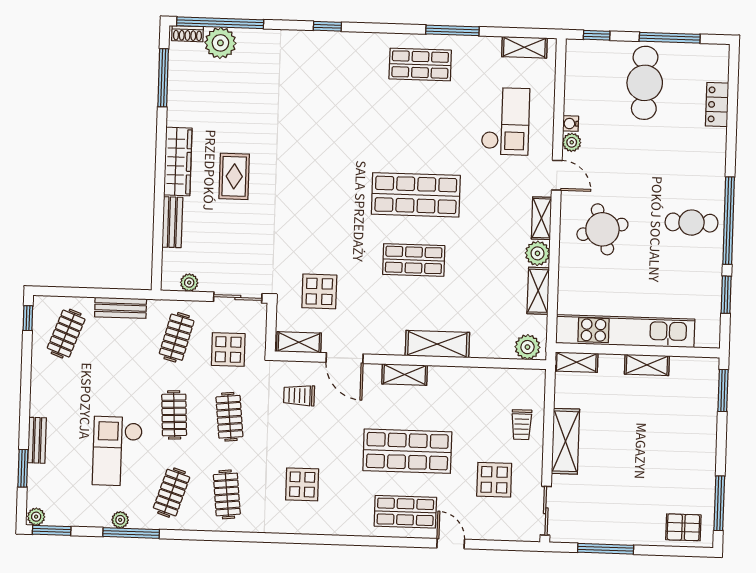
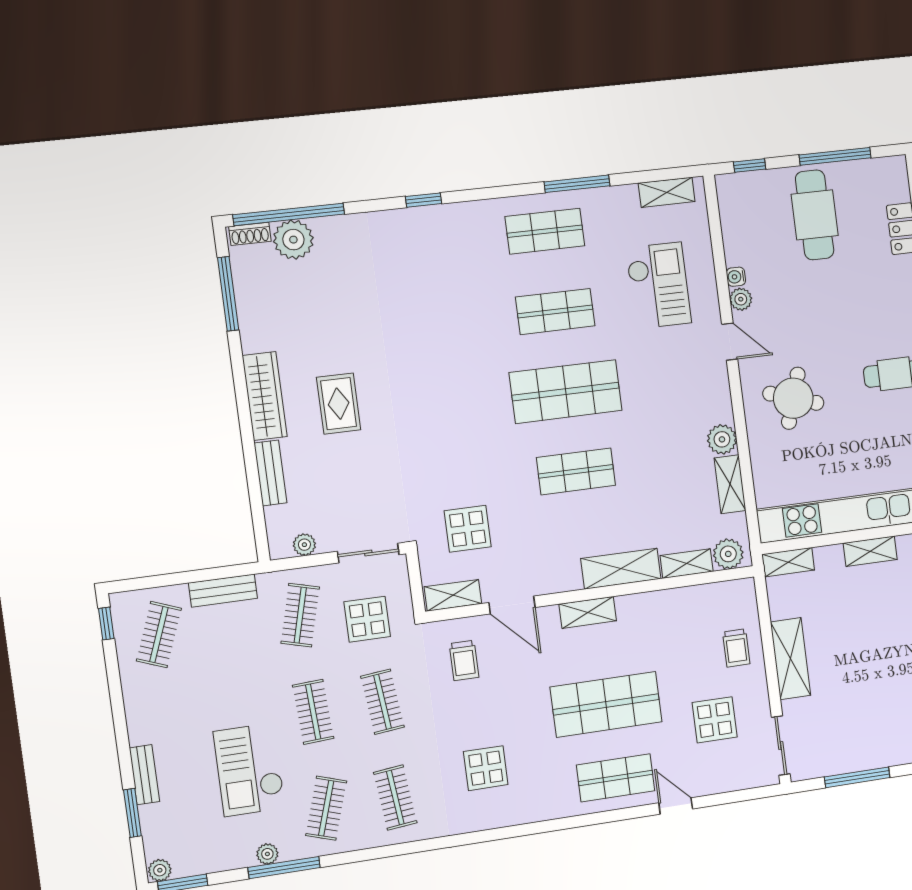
shop shelf: (418, 130) -> (555, 311), added
shelving: (542, 218) -> (687, 564), moved, turned 90
round table: (602, 229) -> (793, 398), turned 34
trolley: (299, 396) -> (464, 660), turned -90

